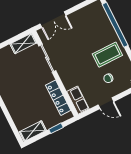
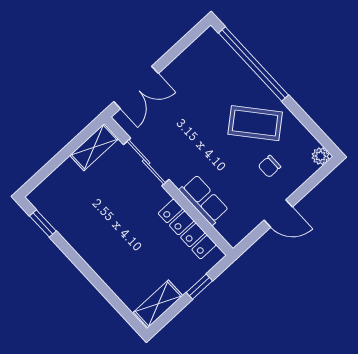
coffee table: (107, 55) -> (255, 123), turned 50
row of seats: (78, 100) -> (204, 200), moved

